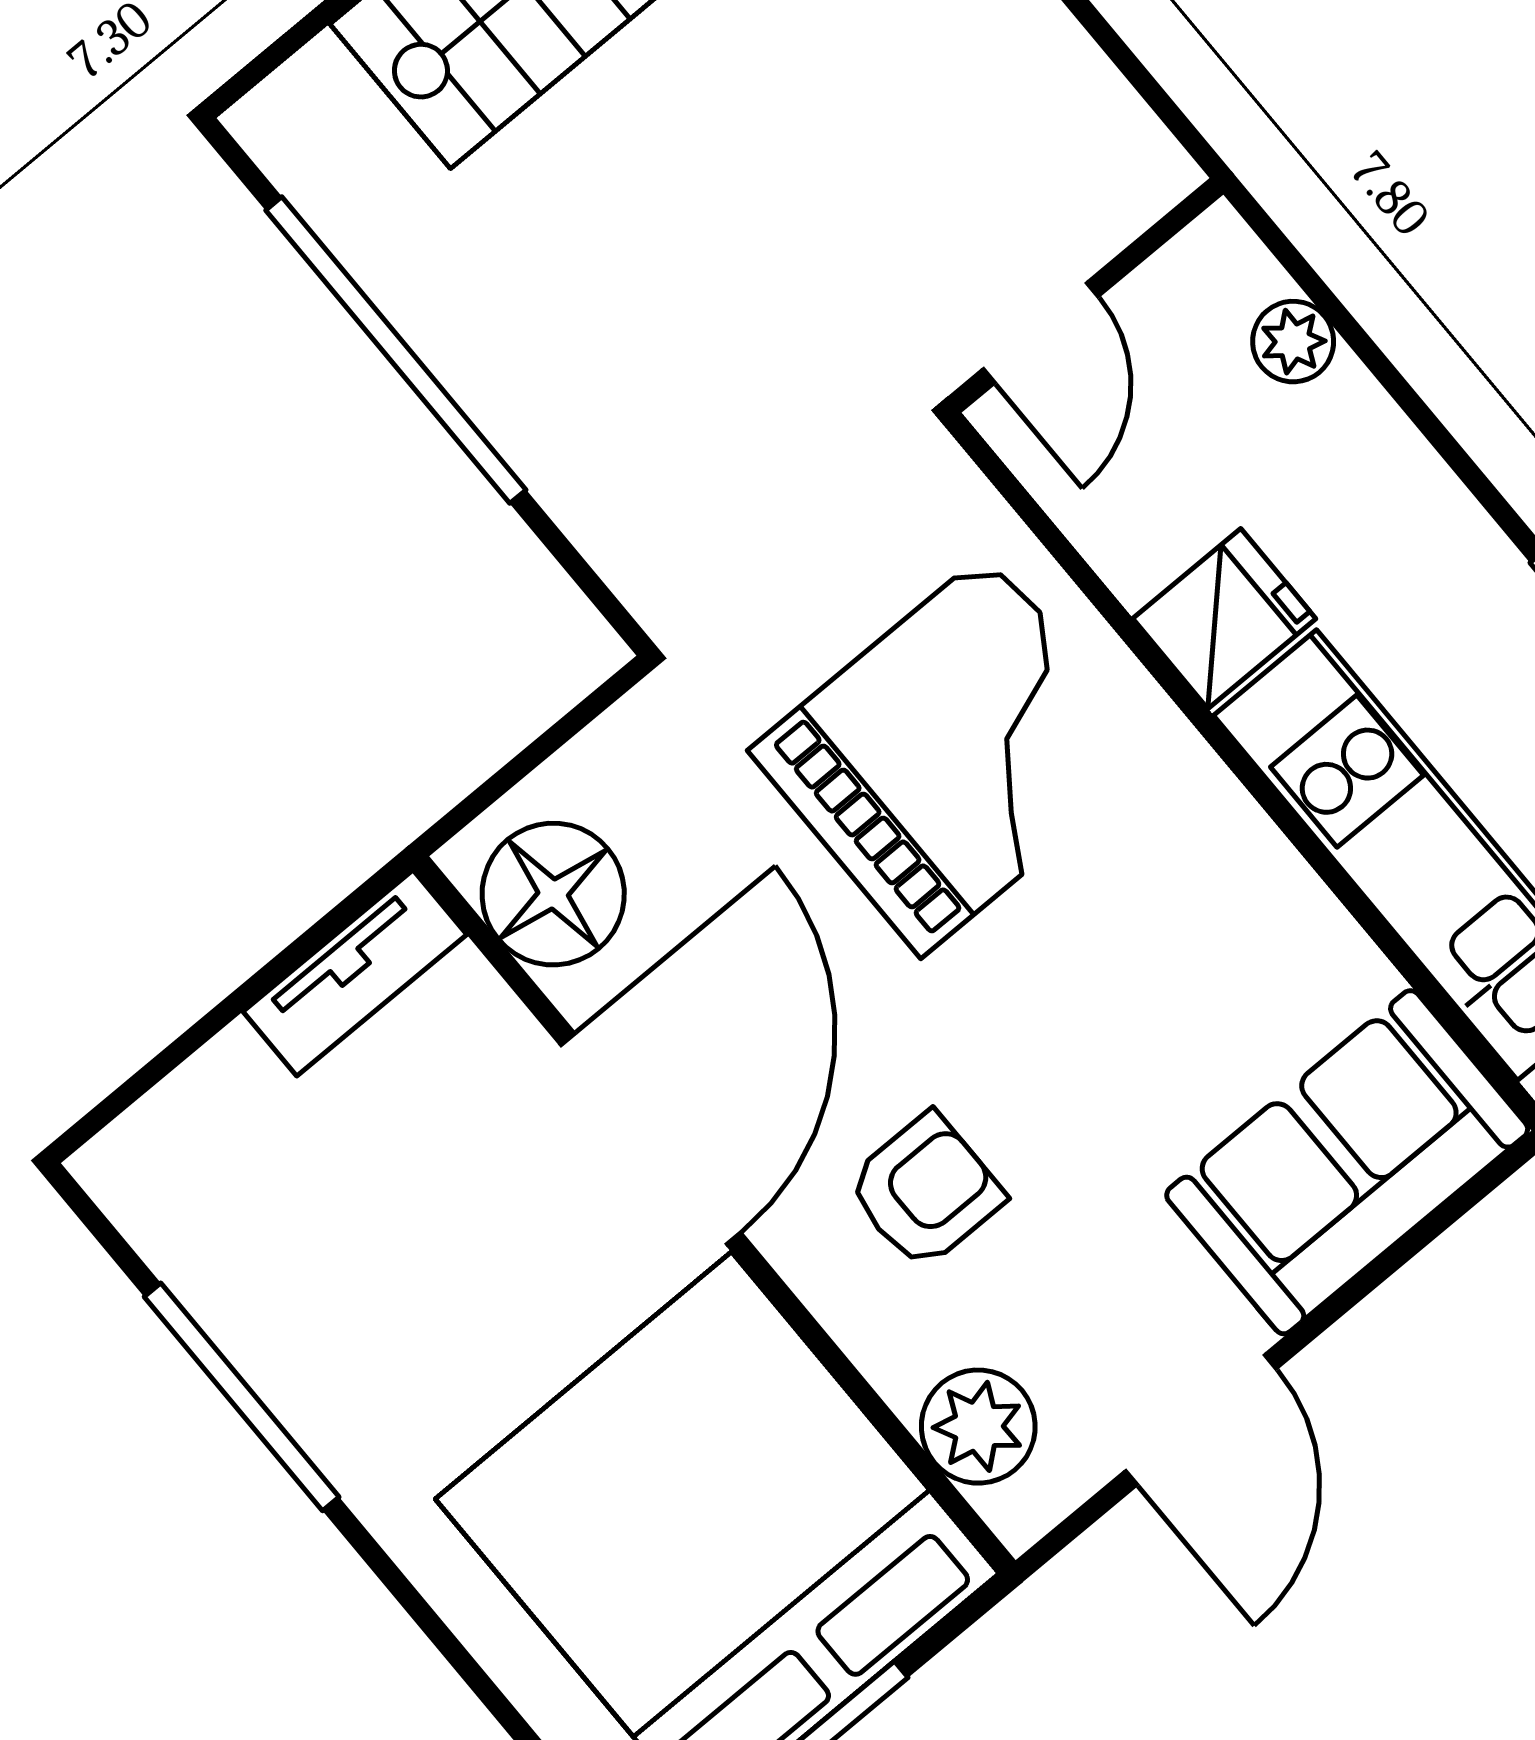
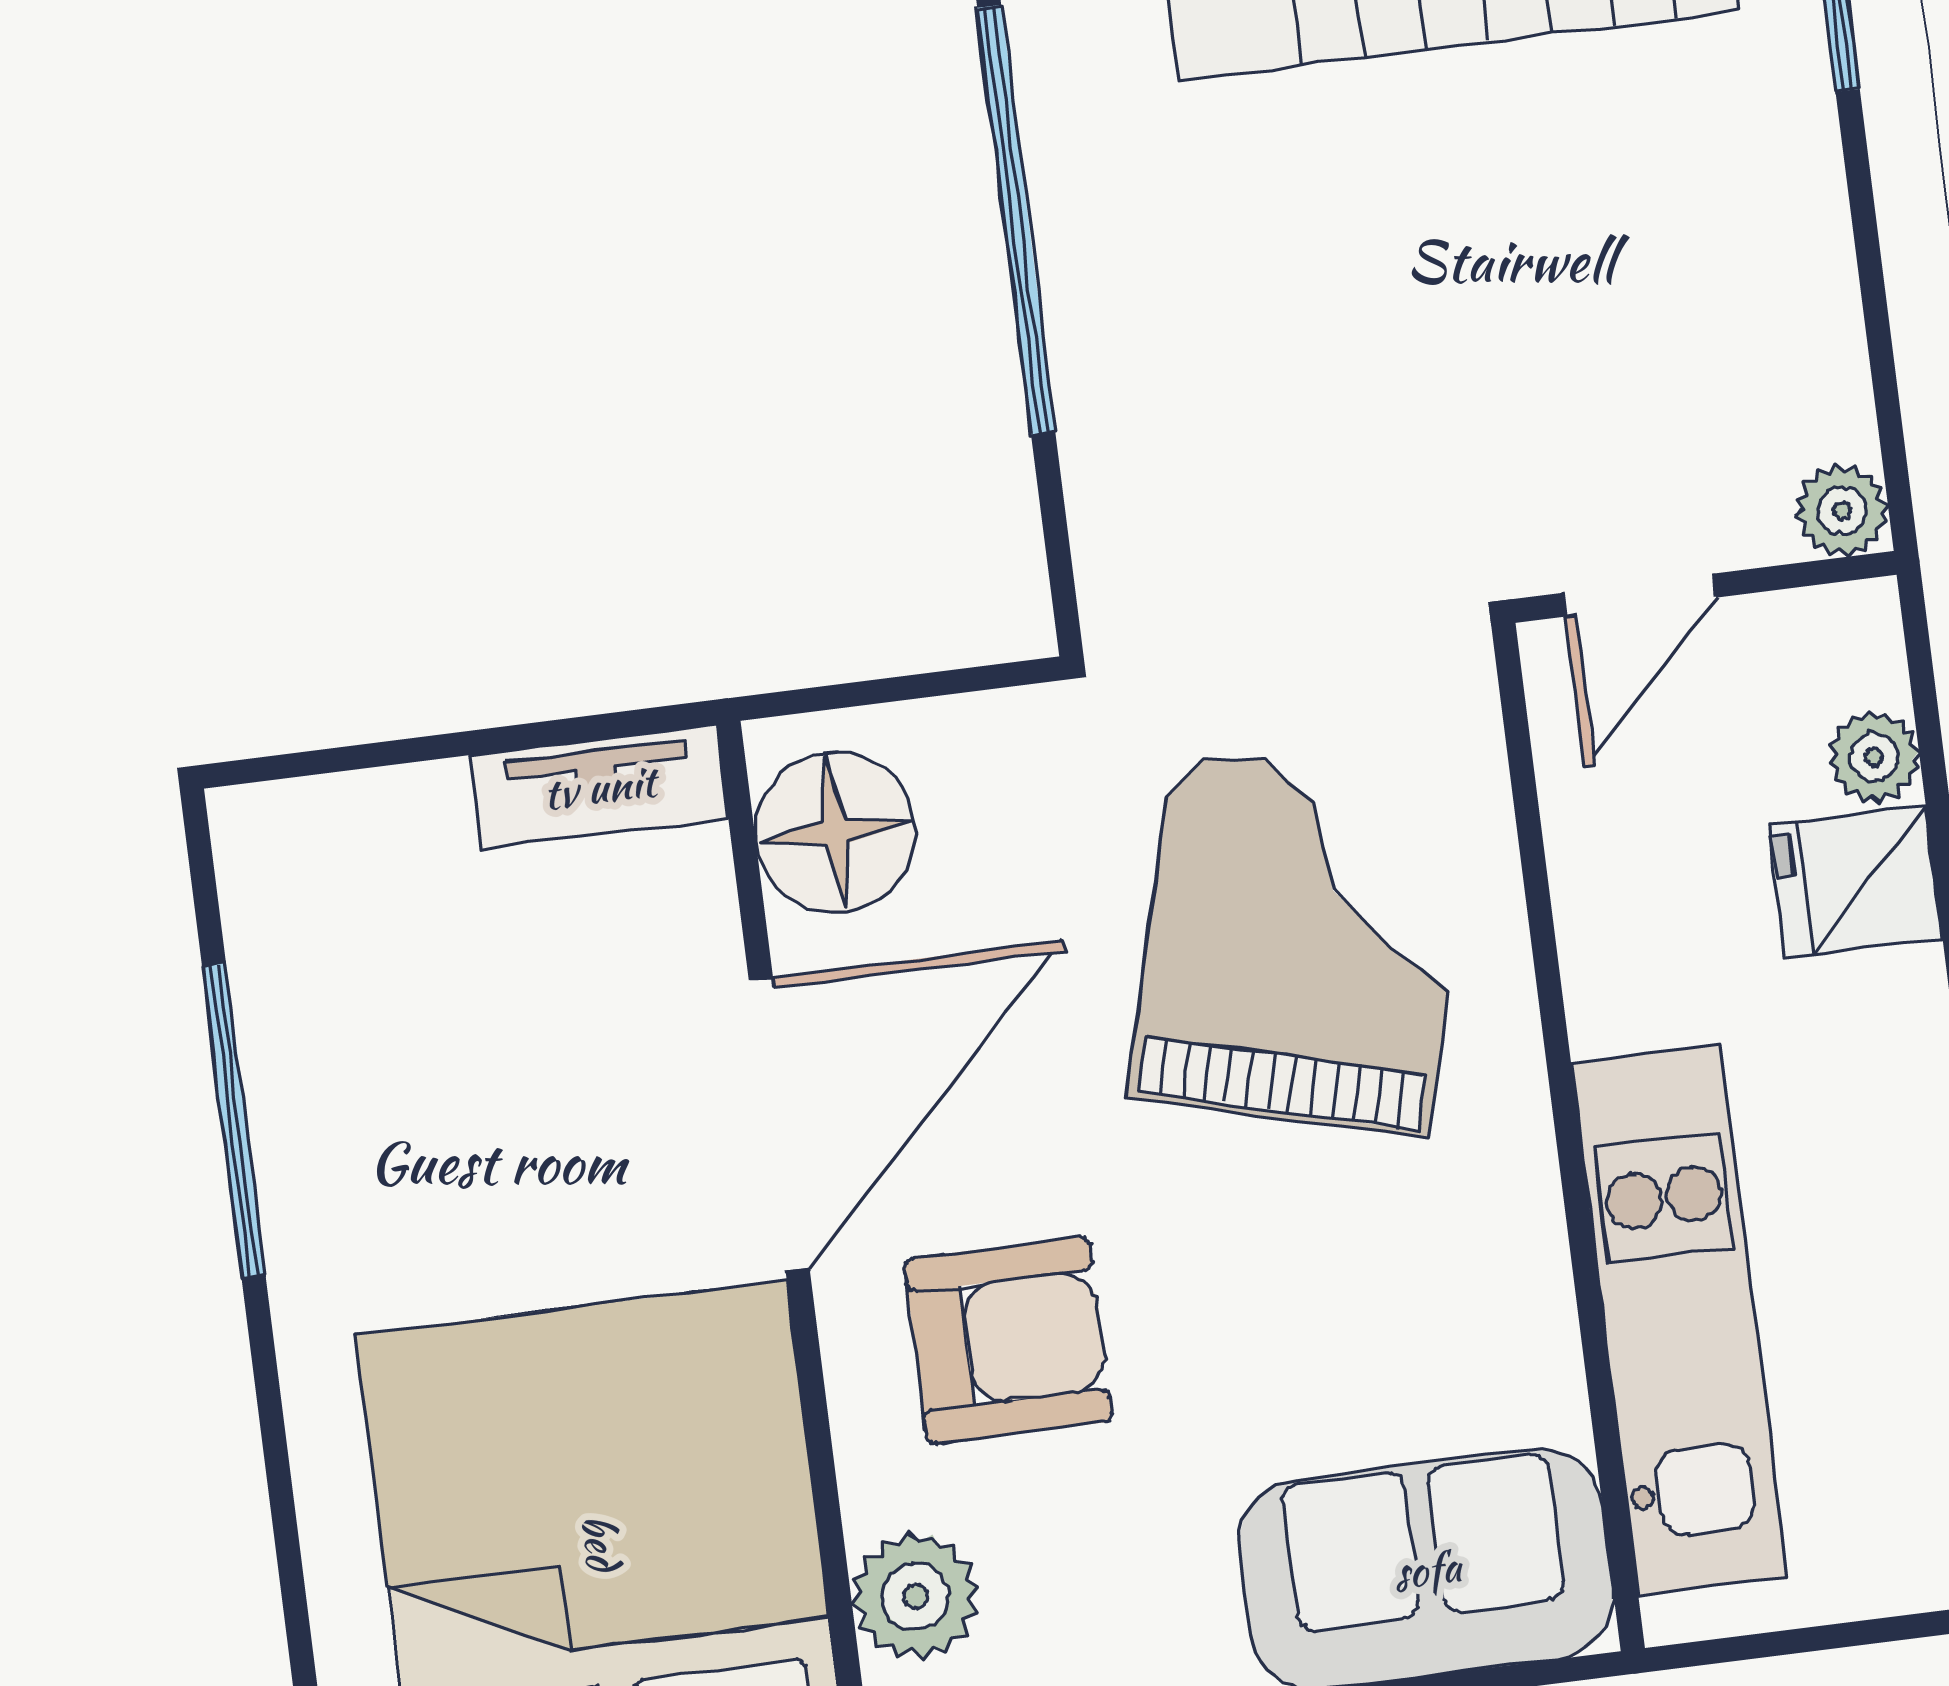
plant: (1152, 173) -> (1842, 511), added
fridge: (1224, 619) -> (1856, 882), moved, turned 180
grand piano: (954, 754) -> (1301, 943), turned -75
armchair: (925, 1191) -> (1008, 1340), width x1.38, depth x1.38

